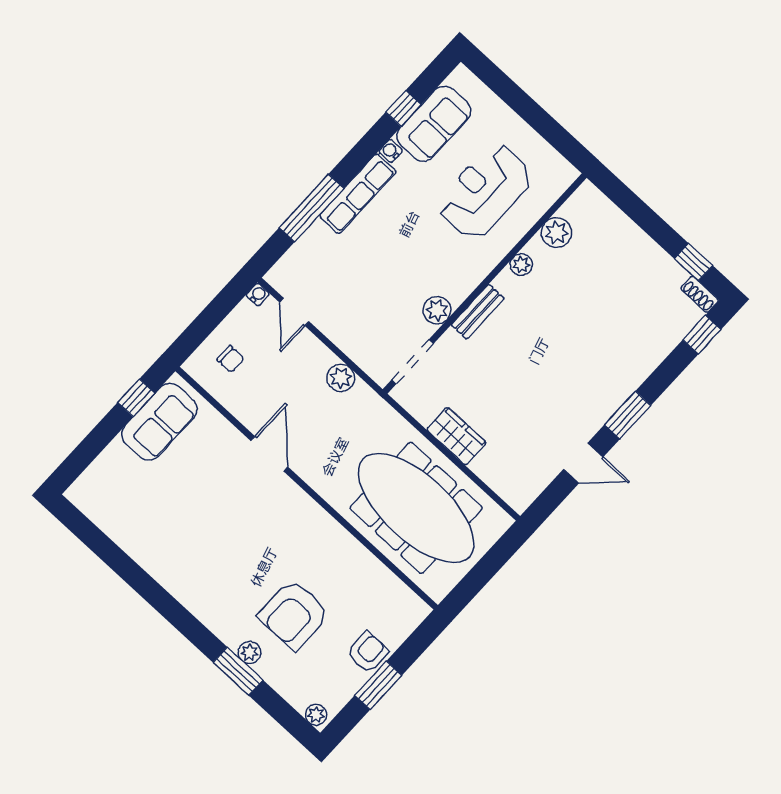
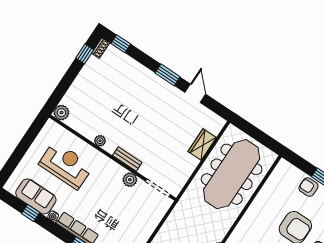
reception desk: (485, 191) -> (66, 165), turned 180
plant: (556, 233) -> (61, 113), moved
plant: (341, 378) -> (172, 223), removed
wardrobe: (456, 436) -> (202, 145), moved

